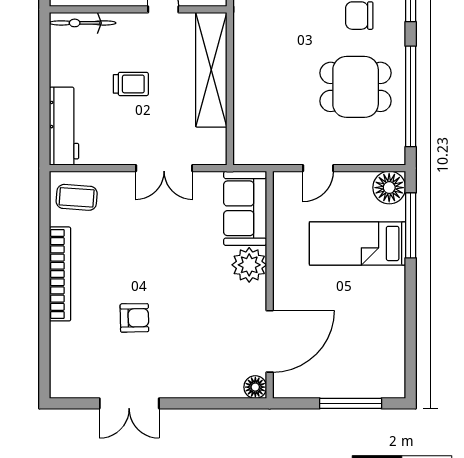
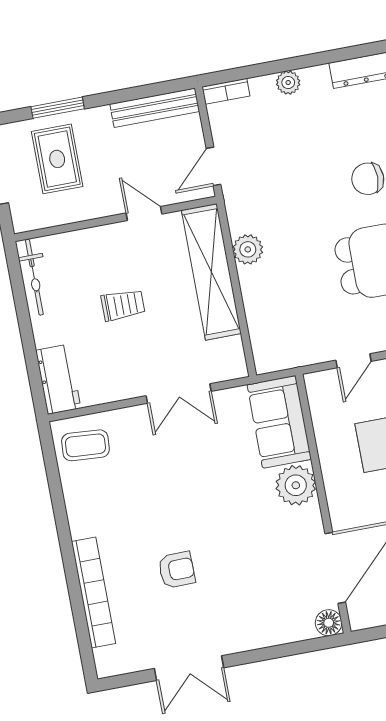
bicycle: (83, 23) -> (34, 277), moved, turned -90
plant: (246, 57) -> (248, 249), added
workbench: (64, 126) -> (58, 379), width x0.73
bookcase: (60, 274) -> (93, 593), moved

